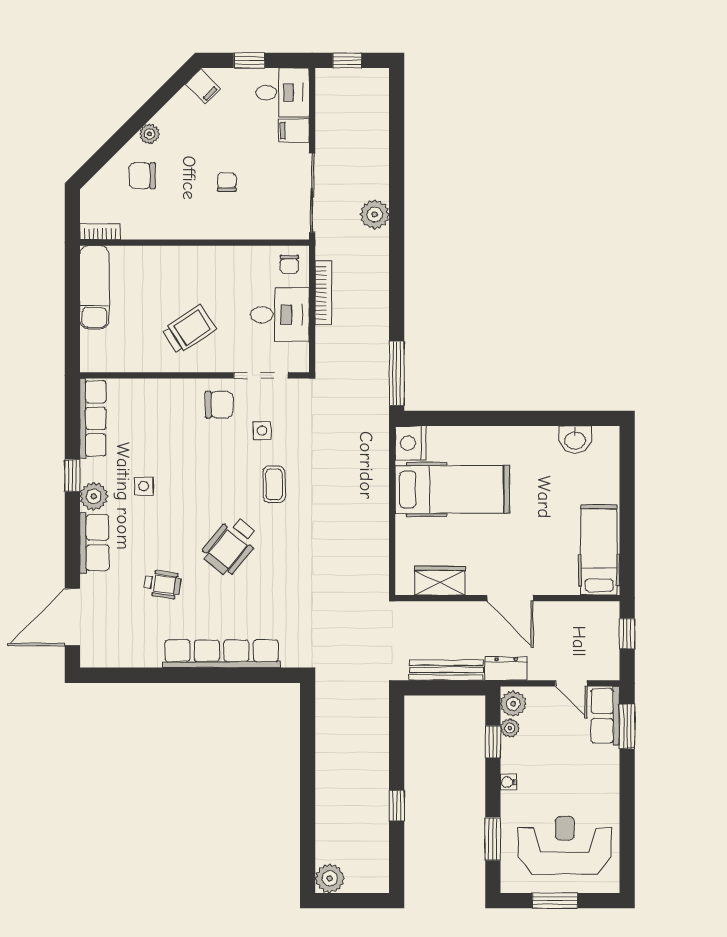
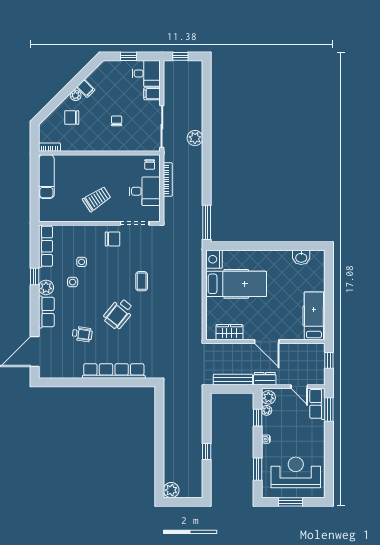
filing cabinet: (203, 86) -> (86, 88), moved
side table: (262, 431) -> (82, 262), moved

